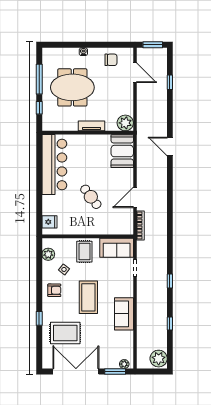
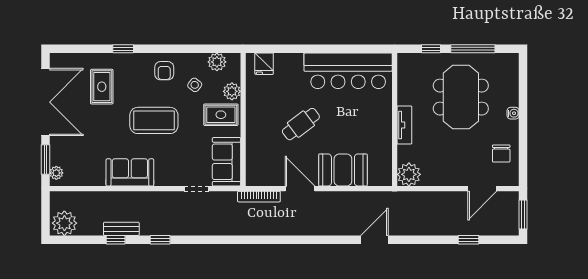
booth: (122, 151) -> (343, 170), moved
plant: (68, 244) -> (232, 91), added
window: (170, 281) -> (160, 240), moved
bench: (162, 320) -> (121, 229), added
rug: (65, 333) -> (102, 87), width x0.73, depth x0.70

